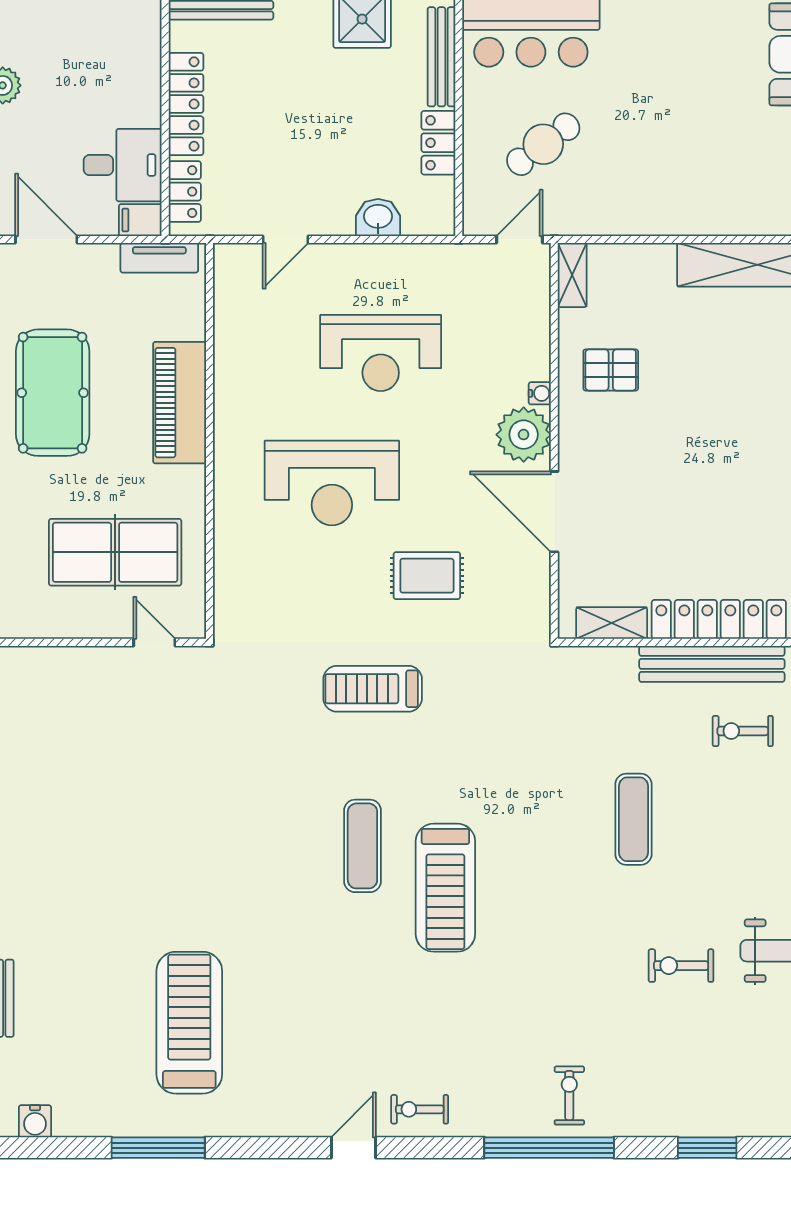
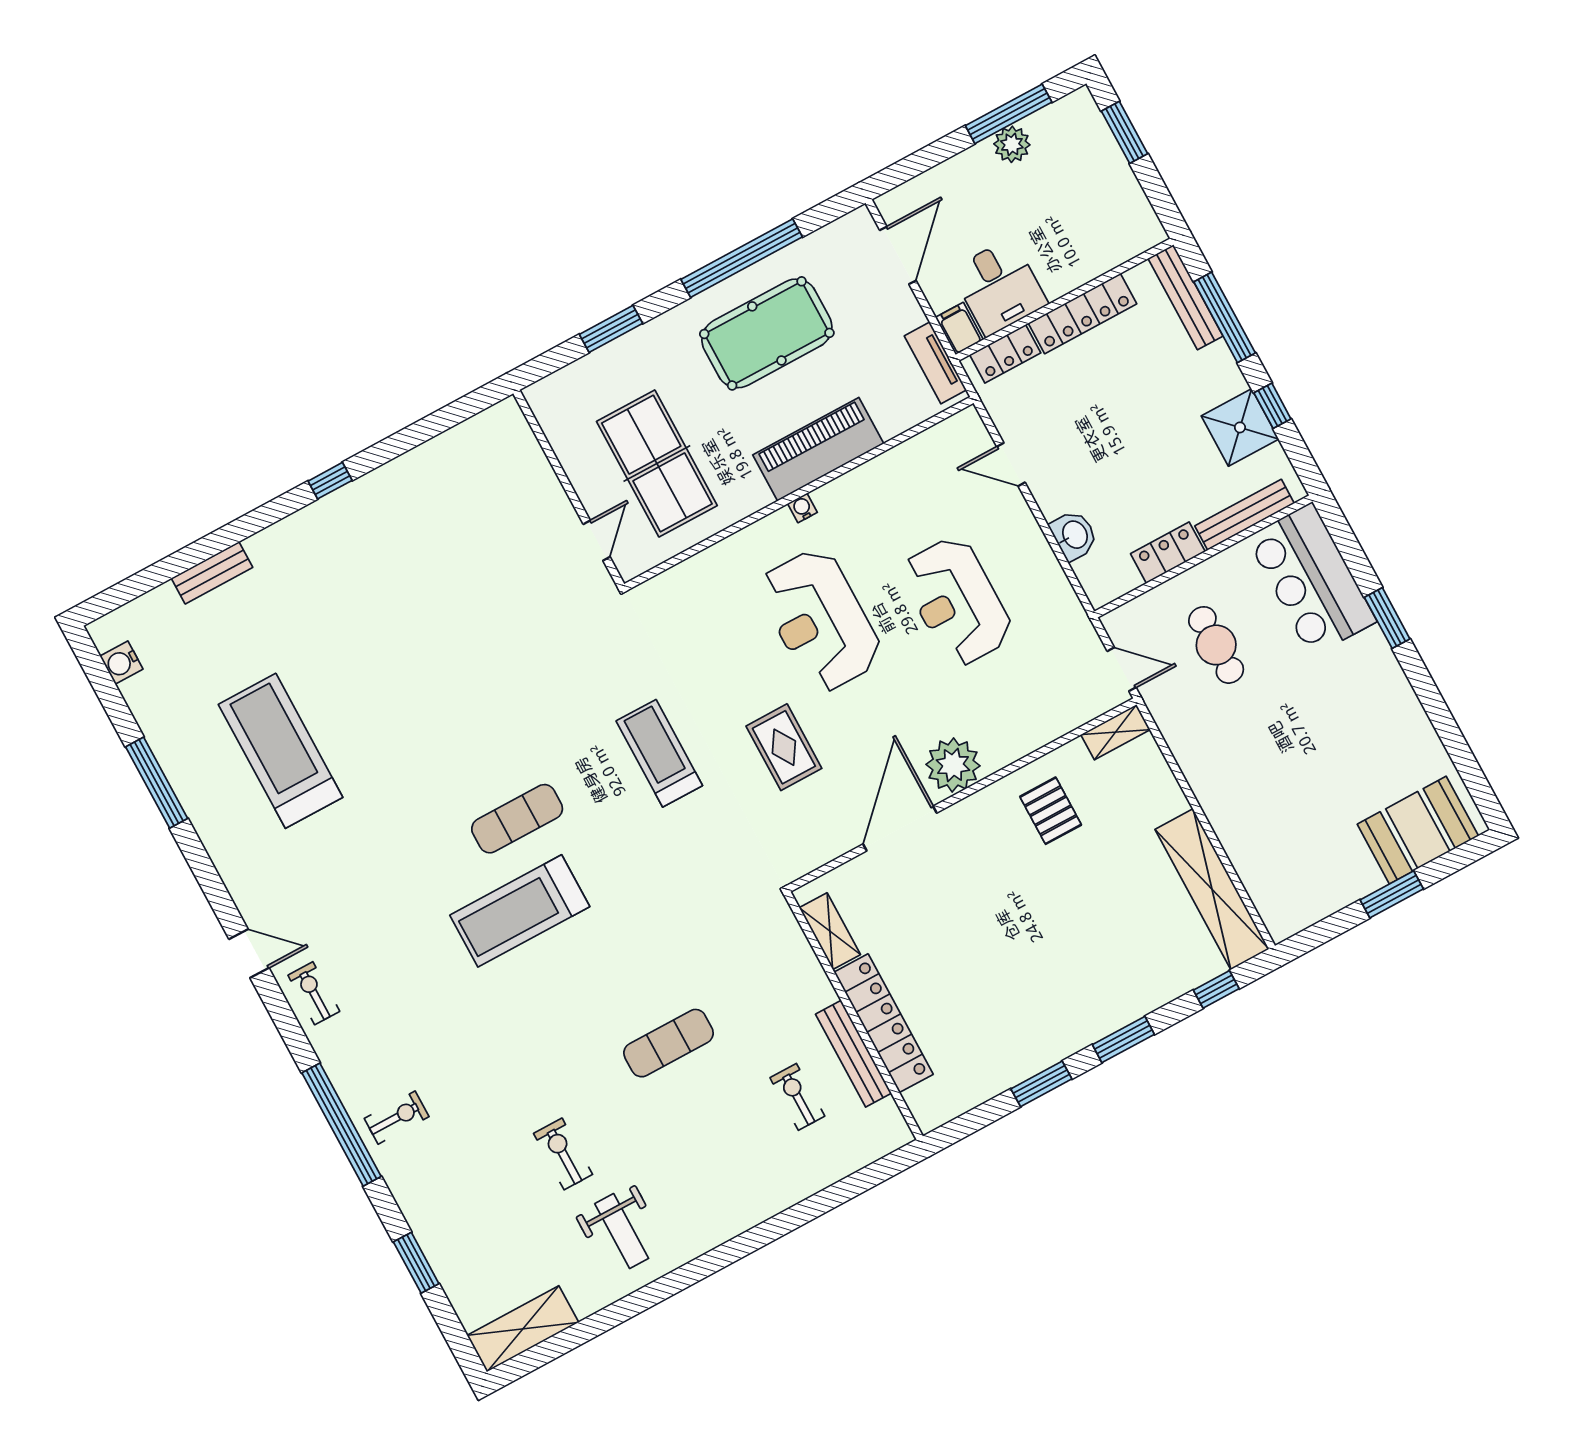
cafe table: (543, 144) -> (1216, 645), turned 37
water cooler: (540, 393) -> (802, 508), moved, turned 180
bench: (712, 664) -> (853, 1054), width x0.73, depth x0.82
treadmill: (189, 1023) -> (281, 751), turned -90

